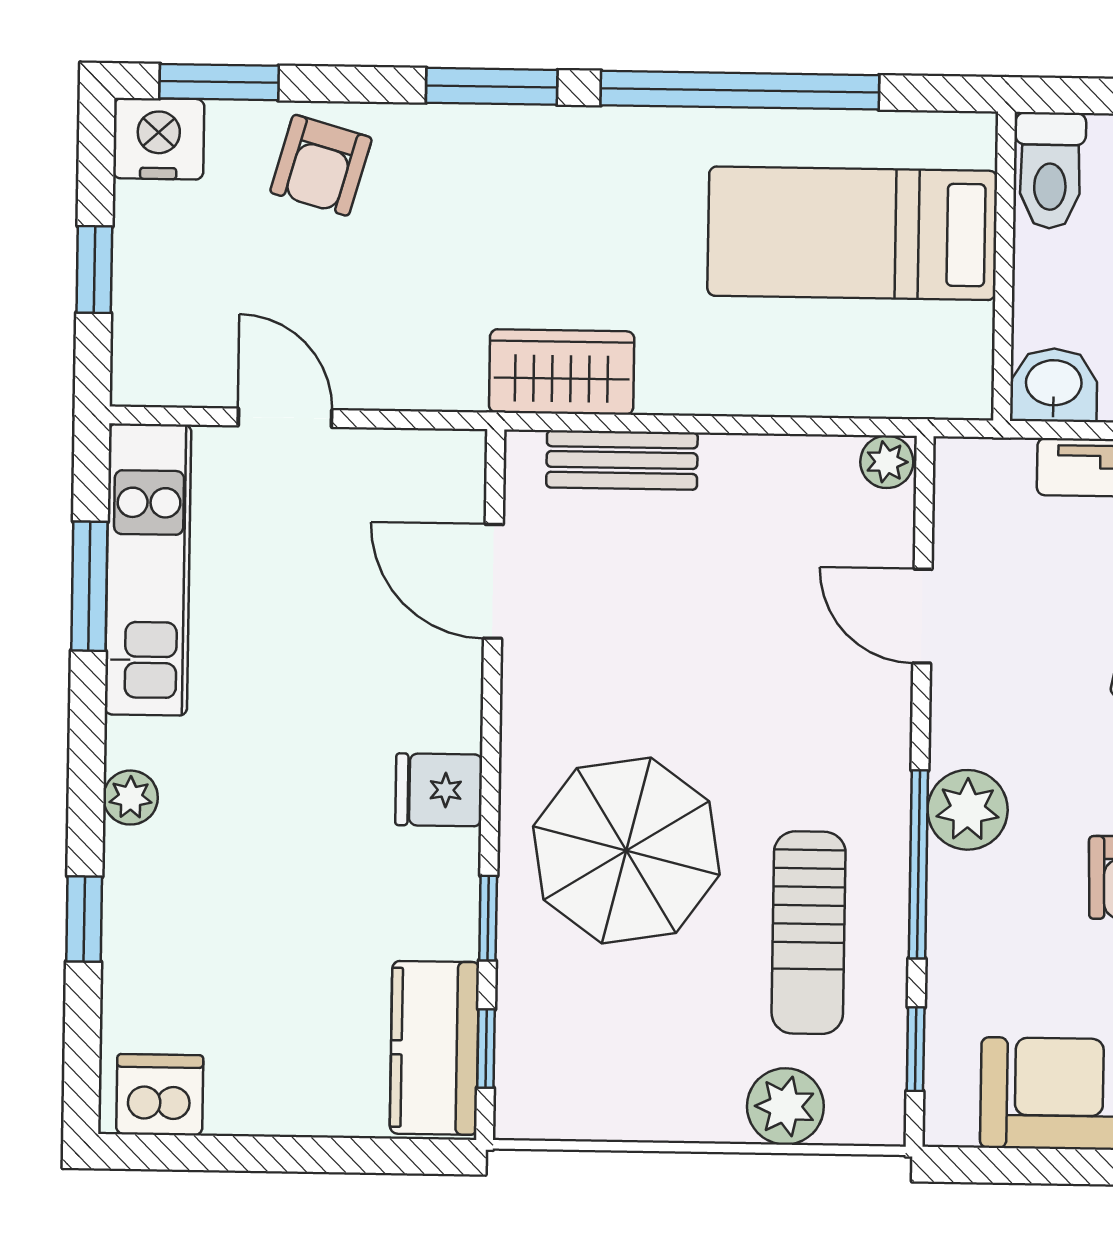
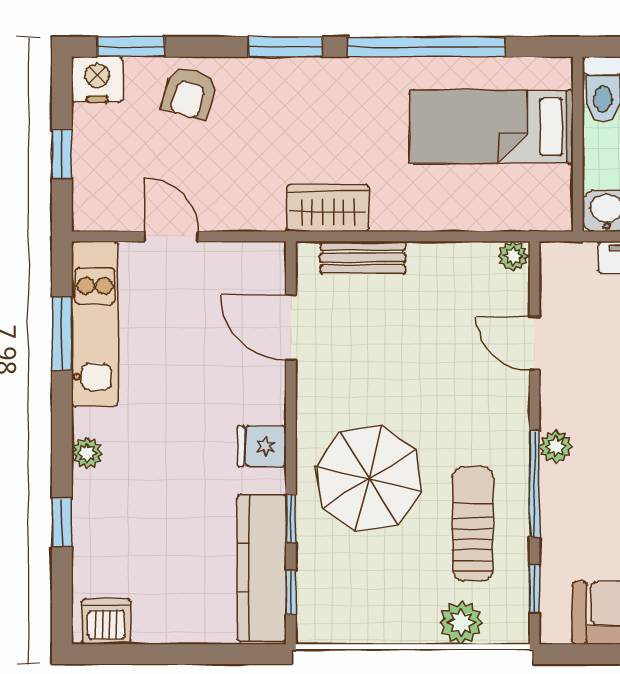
plant: (968, 810) -> (556, 447), width x0.73, depth x0.73
sun lounger: (809, 933) -> (473, 524), turned 180
kitchen counter: (434, 1048) -> (262, 568), width x1.50

